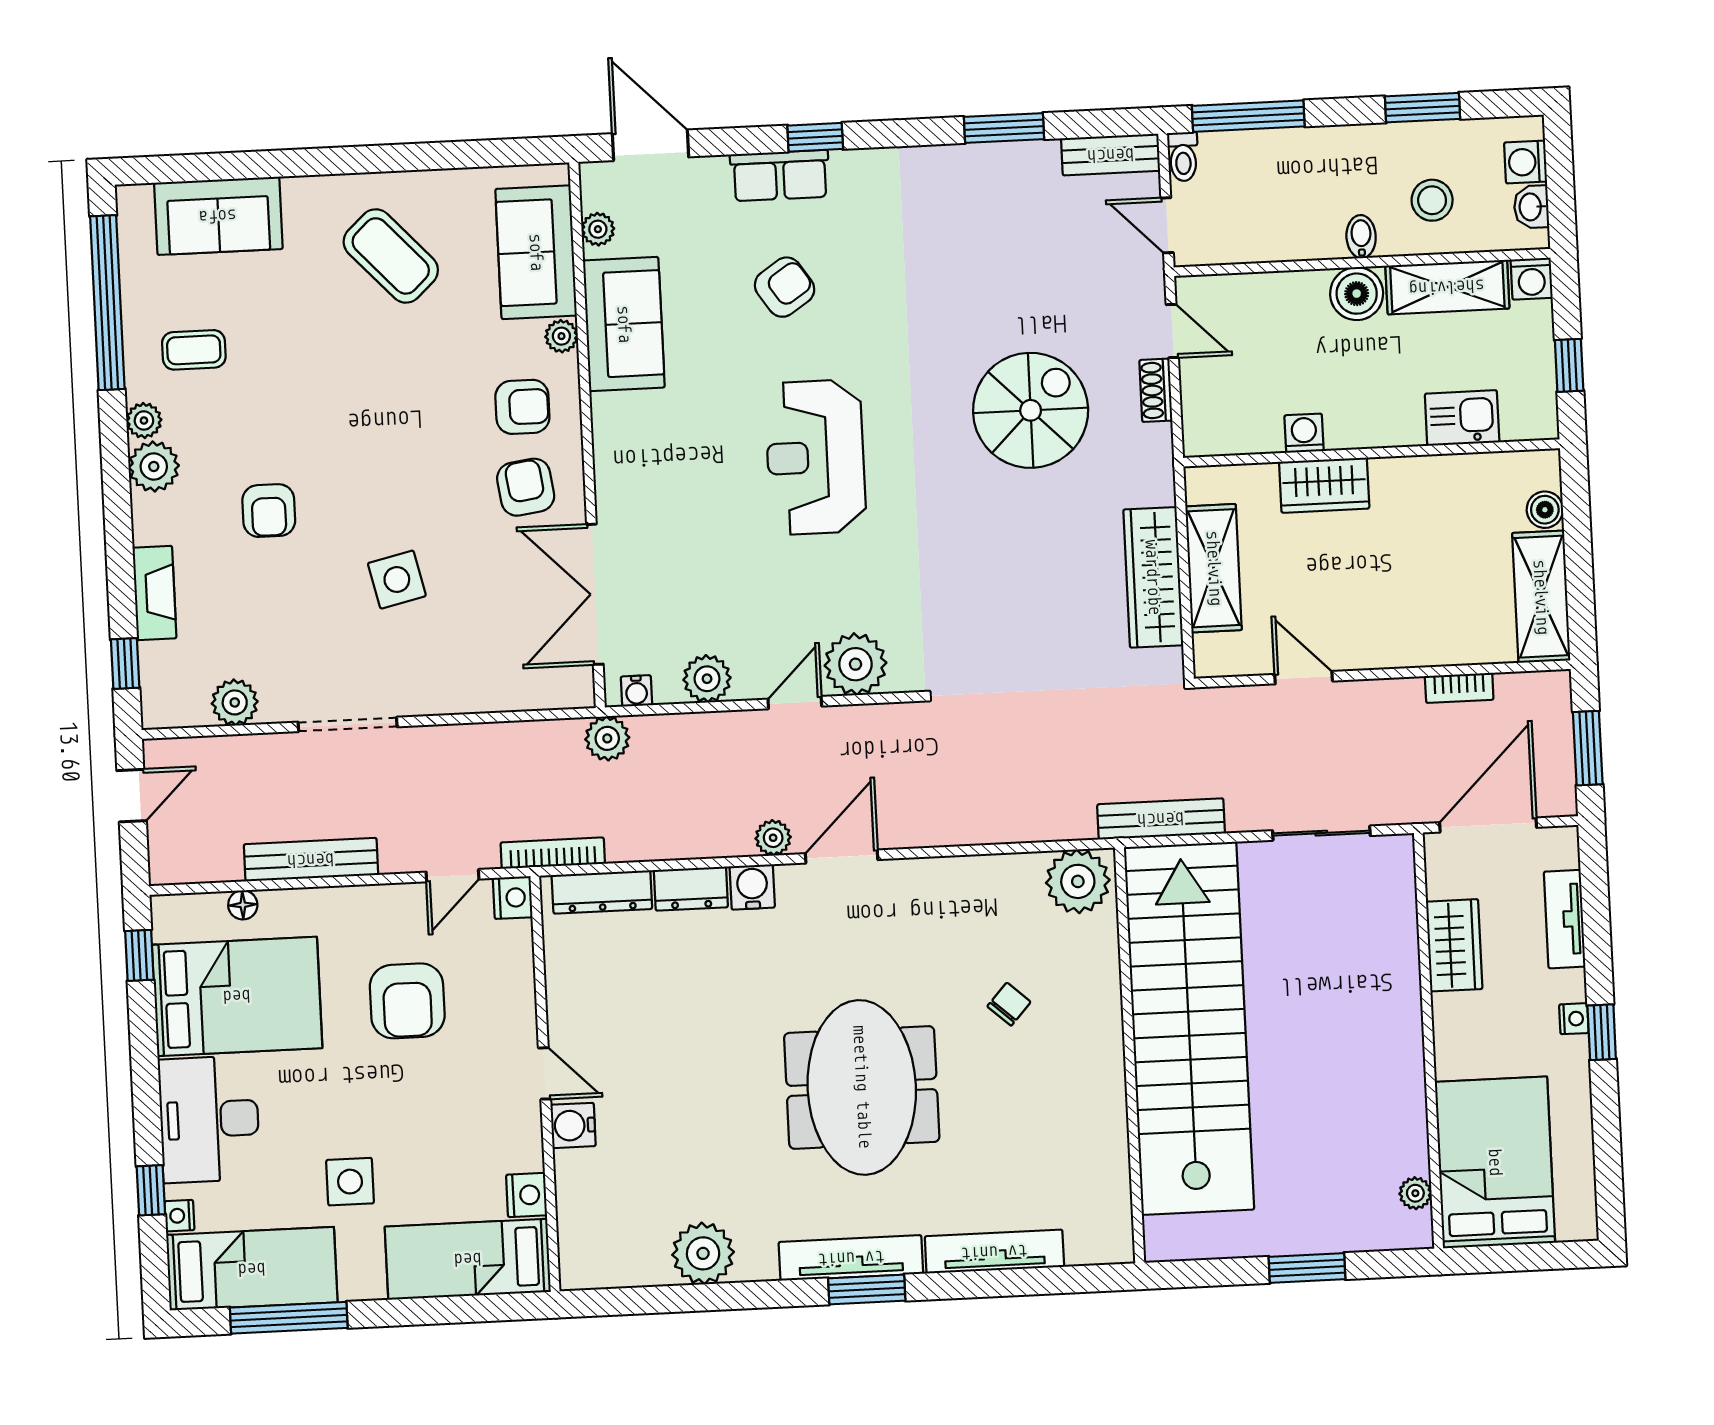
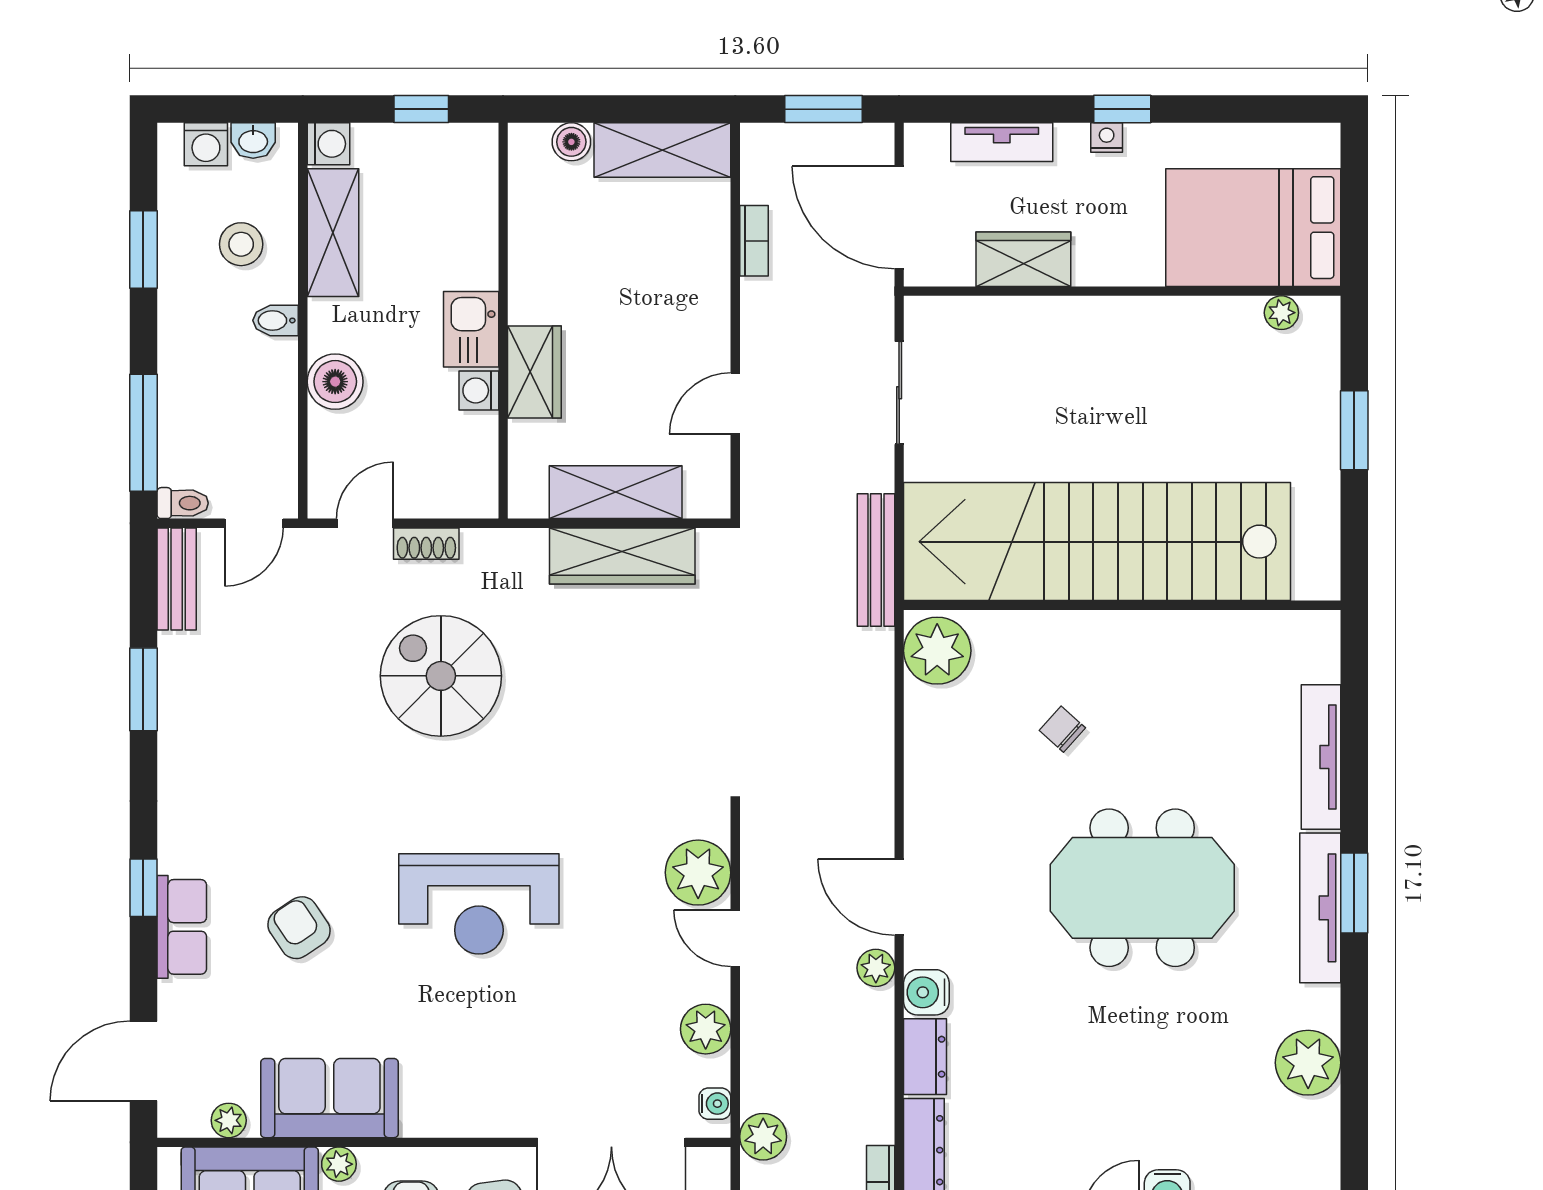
boiler: (1357, 294) -> (335, 382), moved
kitchen sink: (1462, 418) -> (471, 329), moved

